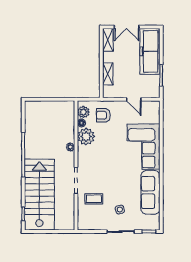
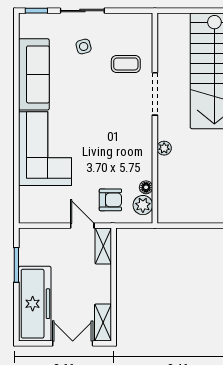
shelving: (108, 74) -> (103, 246), moved
door: (134, 99) -> (82, 226), moved
plant: (86, 137) -> (139, 165), removed

